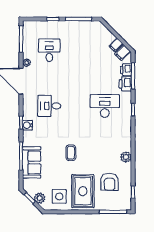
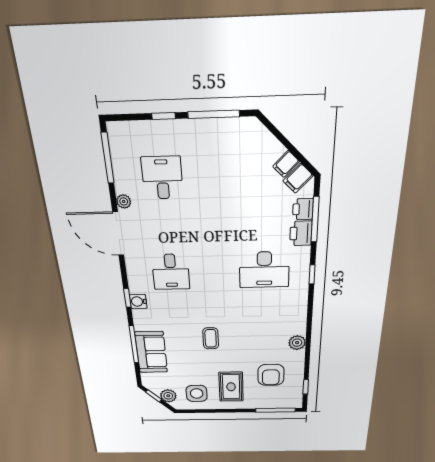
desk: (49, 106) -> (171, 272), turned -90
desk: (105, 106) -> (264, 270), turned 180
rug: (83, 191) -> (231, 387), width x0.73, depth x0.70

